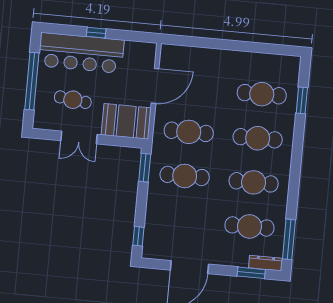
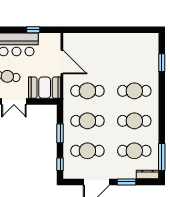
window: (96, 33) -> (33, 30), moved
door: (155, 86) -> (62, 62), hinge flipped
cafe table: (262, 94) -> (87, 151), moved
window: (145, 168) -> (60, 133), moved
window: (251, 273) -> (126, 182), moved

